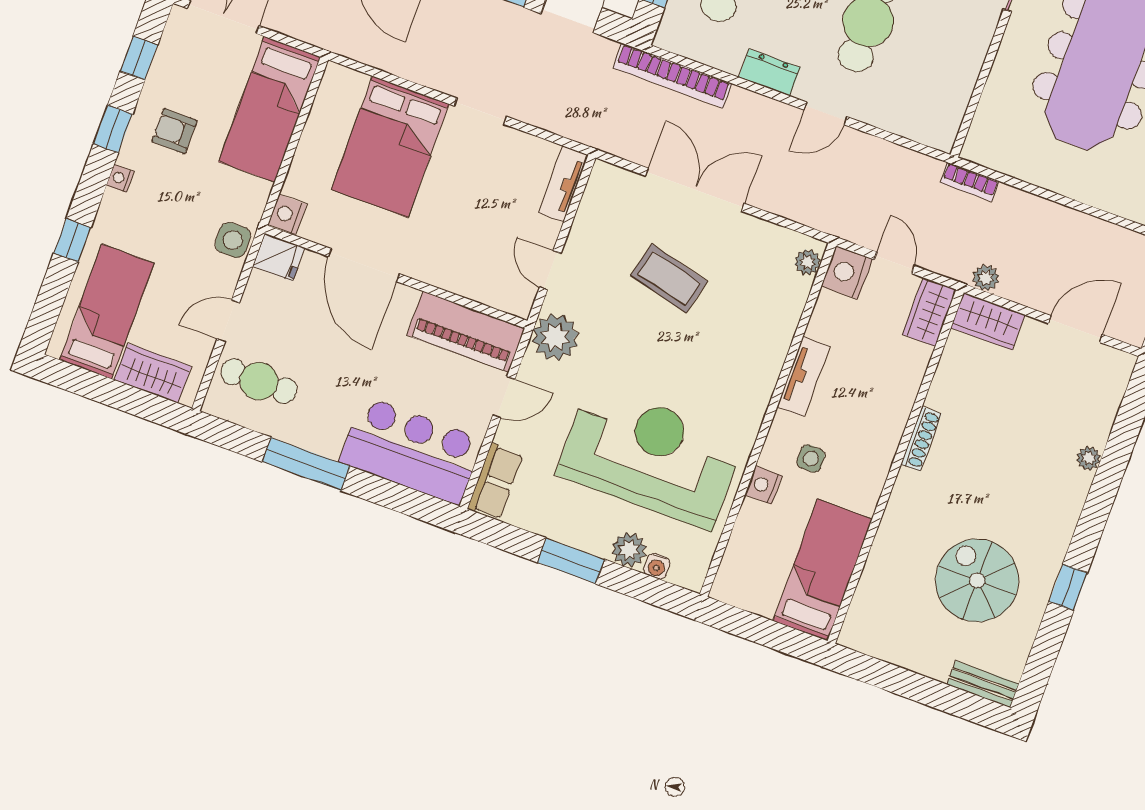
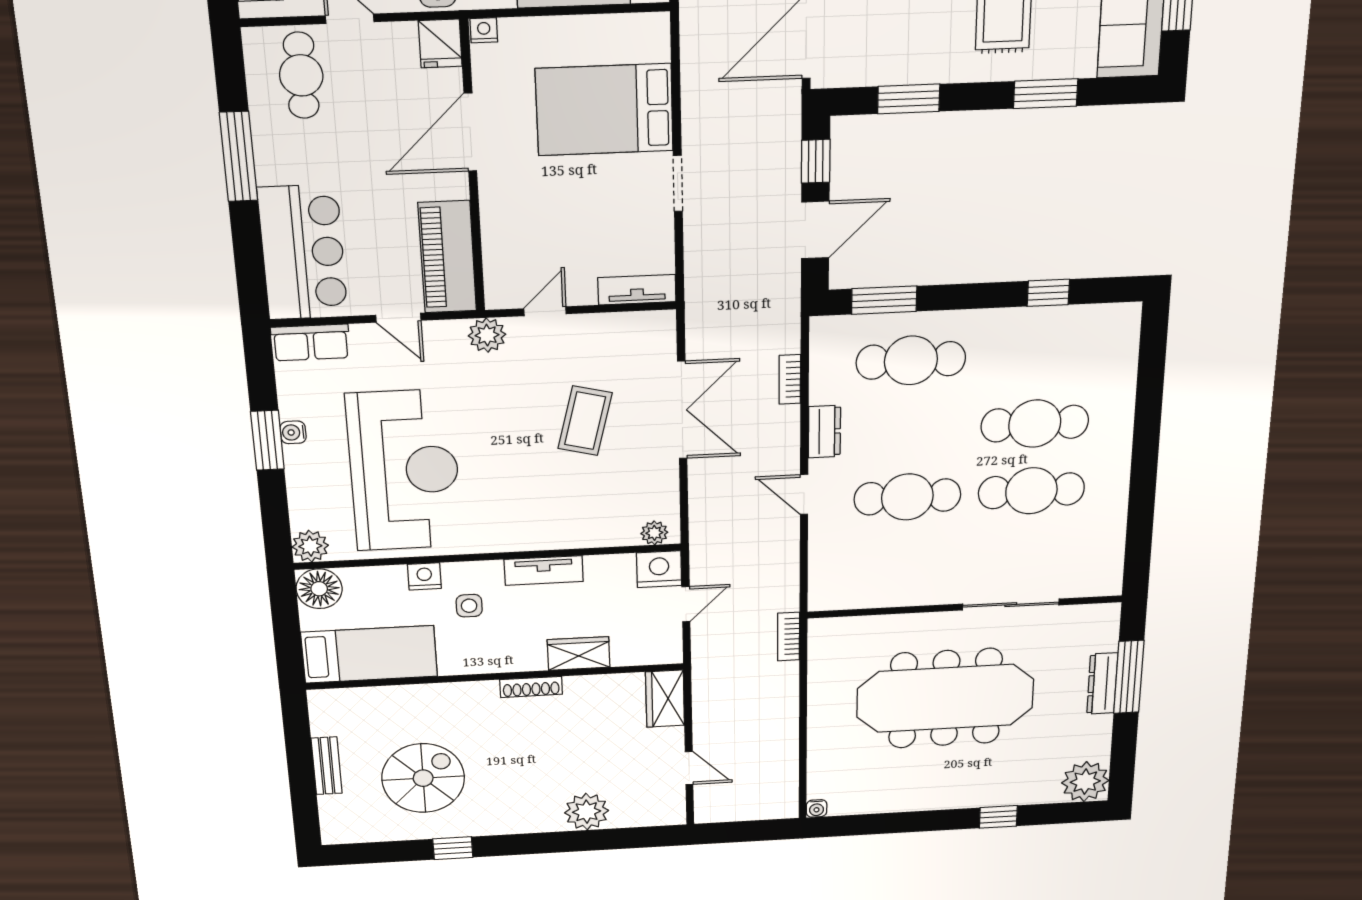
bookcase: (672, 76) -> (790, 379), width x0.43, depth x0.76
nightstand: (287, 214) -> (484, 30), width x0.72, depth x0.74
plant: (986, 278) -> (705, 682), removed
wardrobe: (929, 312) -> (579, 653), moved
door: (1075, 329) -> (689, 768), width x0.73
plant: (555, 337) -> (487, 335), width x0.73, depth x0.73
plant: (1089, 458) -> (587, 812), width x1.88, depth x1.88
plant: (629, 550) -> (310, 546), moved
water cooler: (657, 566) -> (293, 432), moved
floor lamp: (736, 584) -> (319, 589), added
bench: (983, 684) -> (327, 766), moved

